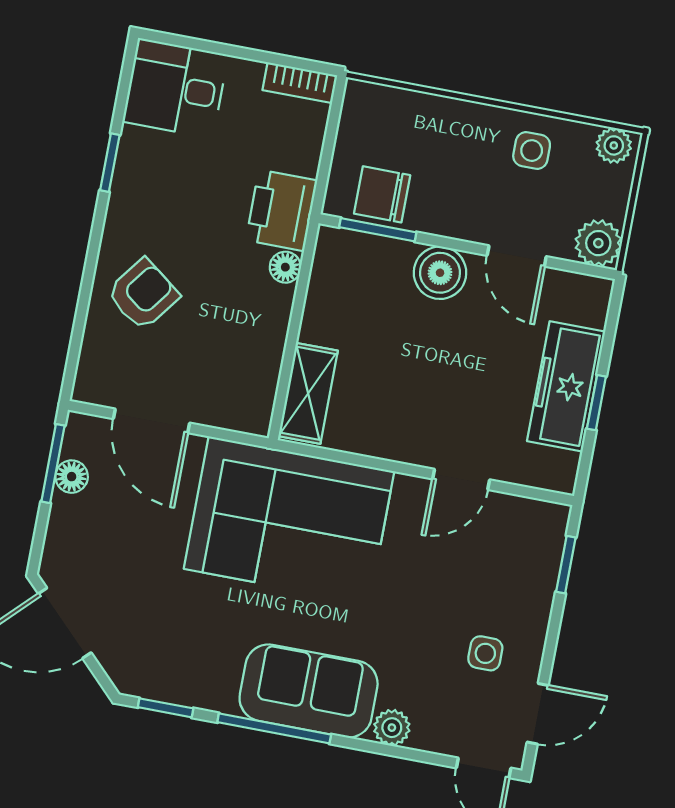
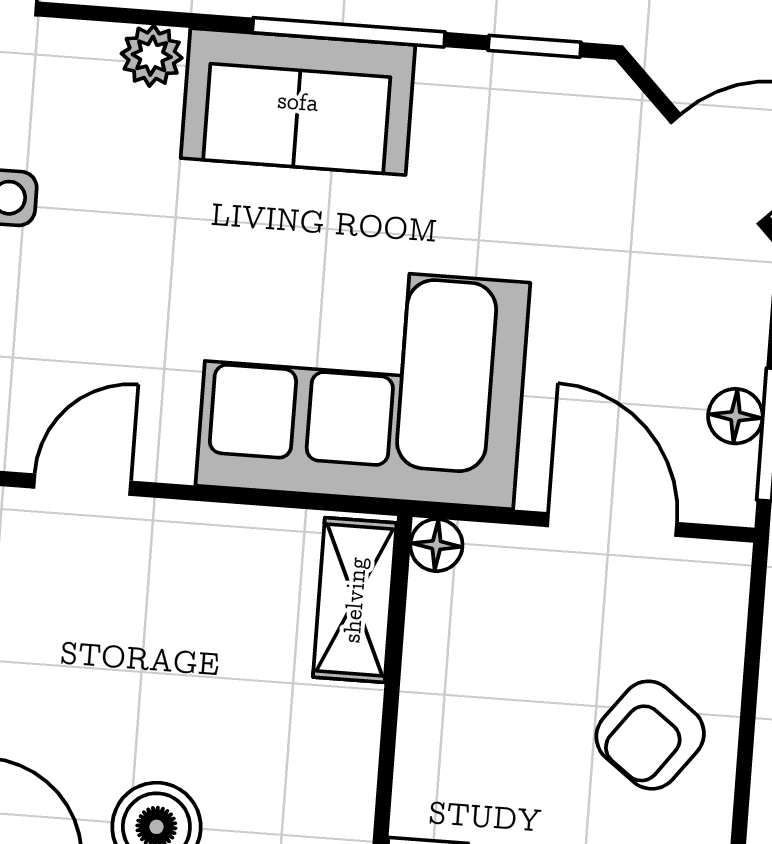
floor lamp: (285, 267) -> (436, 545), moved

